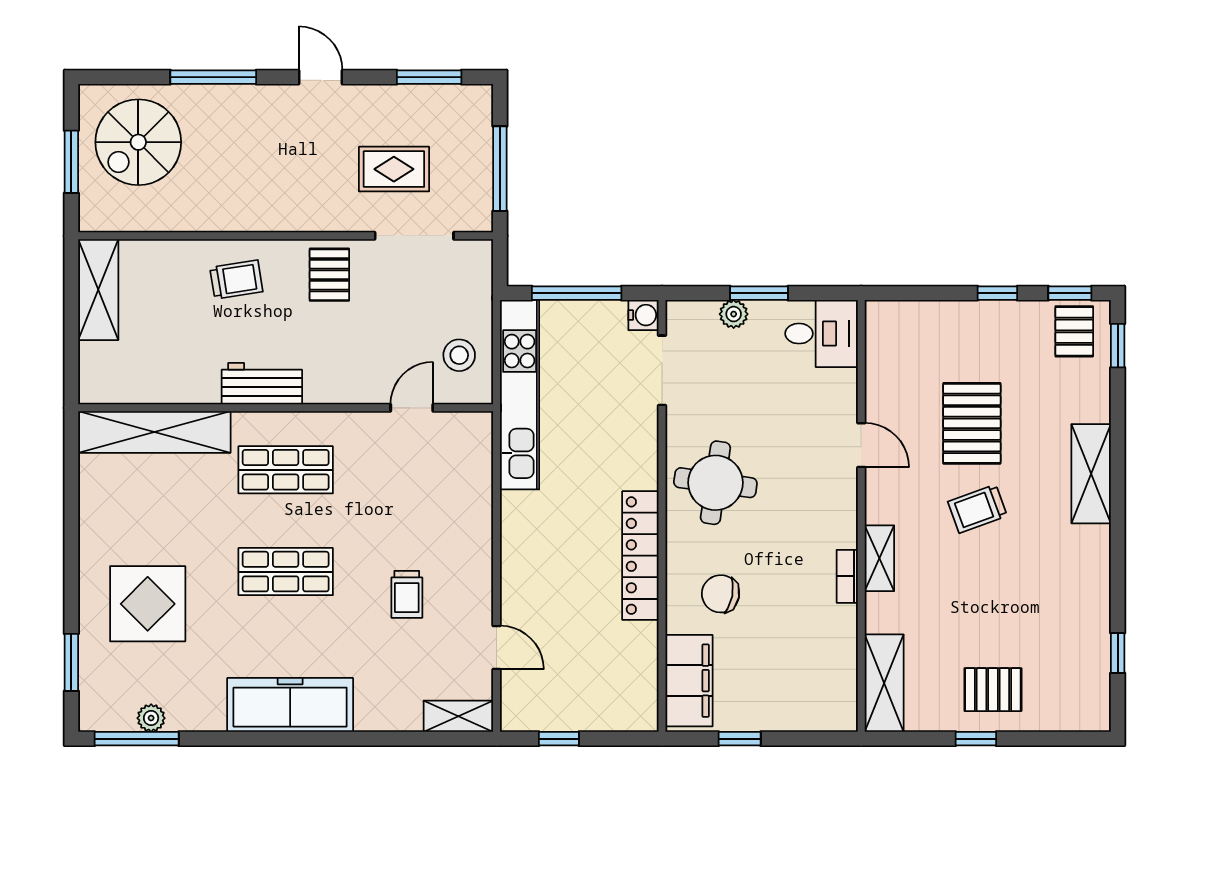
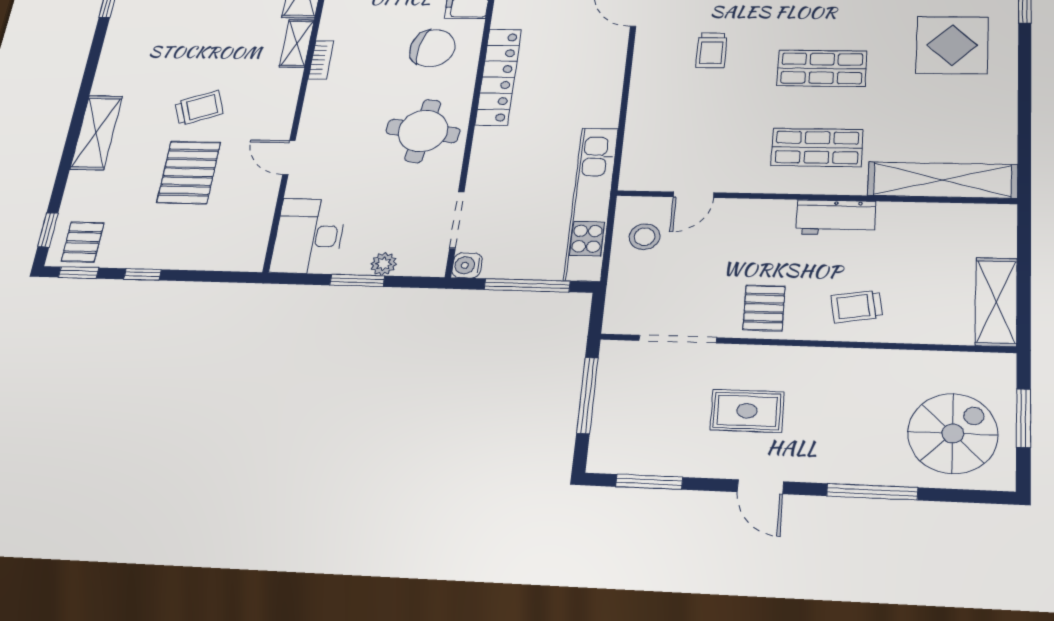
rug: (394, 169) -> (747, 411), moved
desk: (821, 334) -> (309, 236), width x1.37
shelving: (879, 558) -> (297, 43), moved
trolley: (407, 594) -> (712, 50), turned 180
chair: (721, 594) -> (433, 48), width x1.37, depth x1.37

